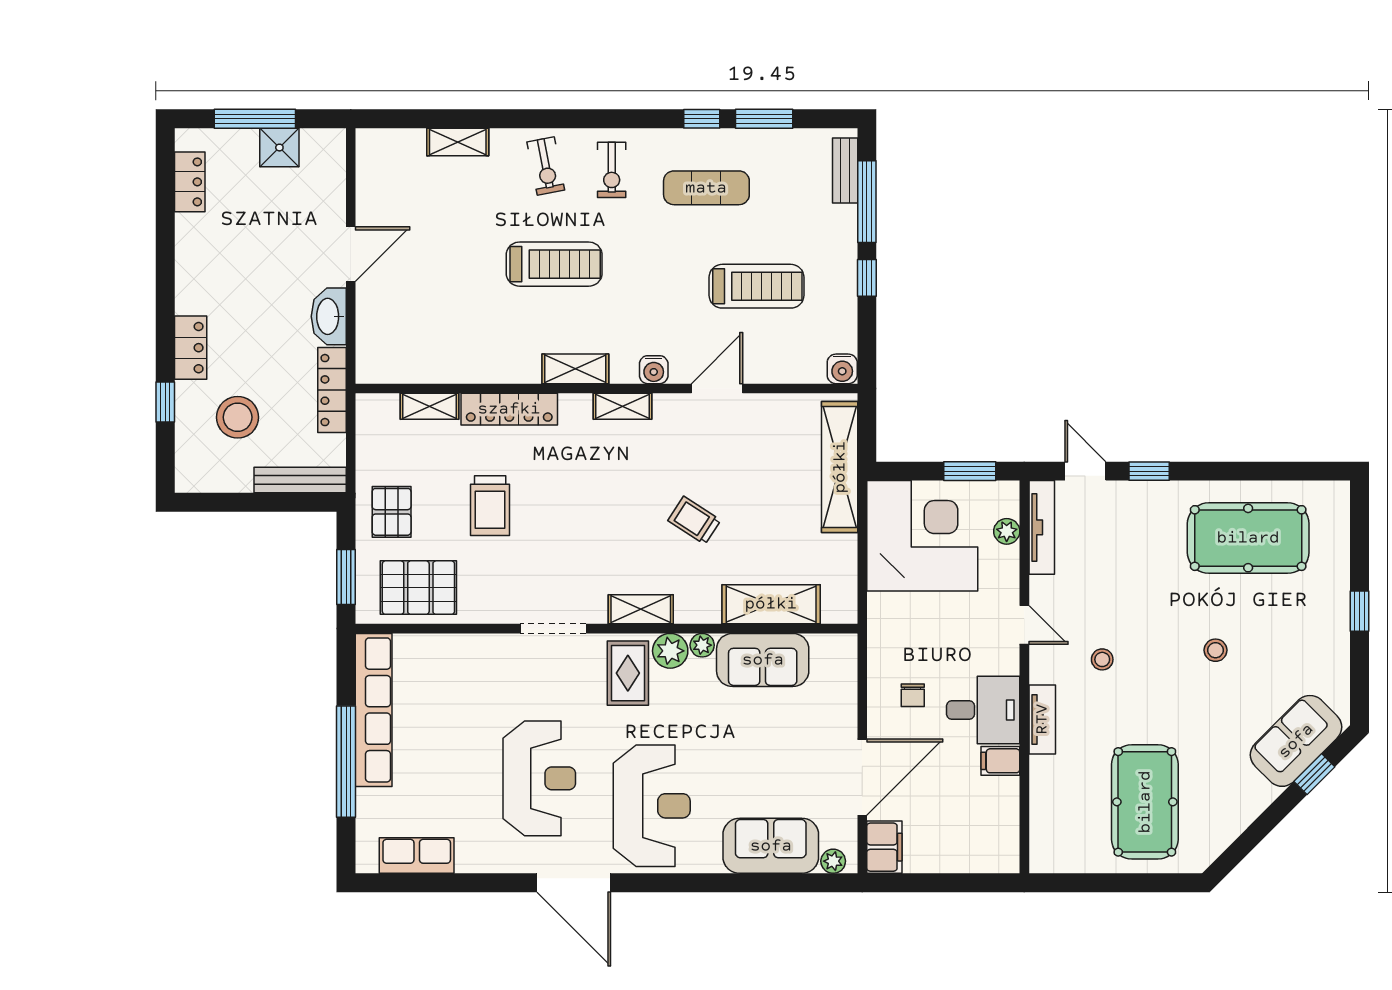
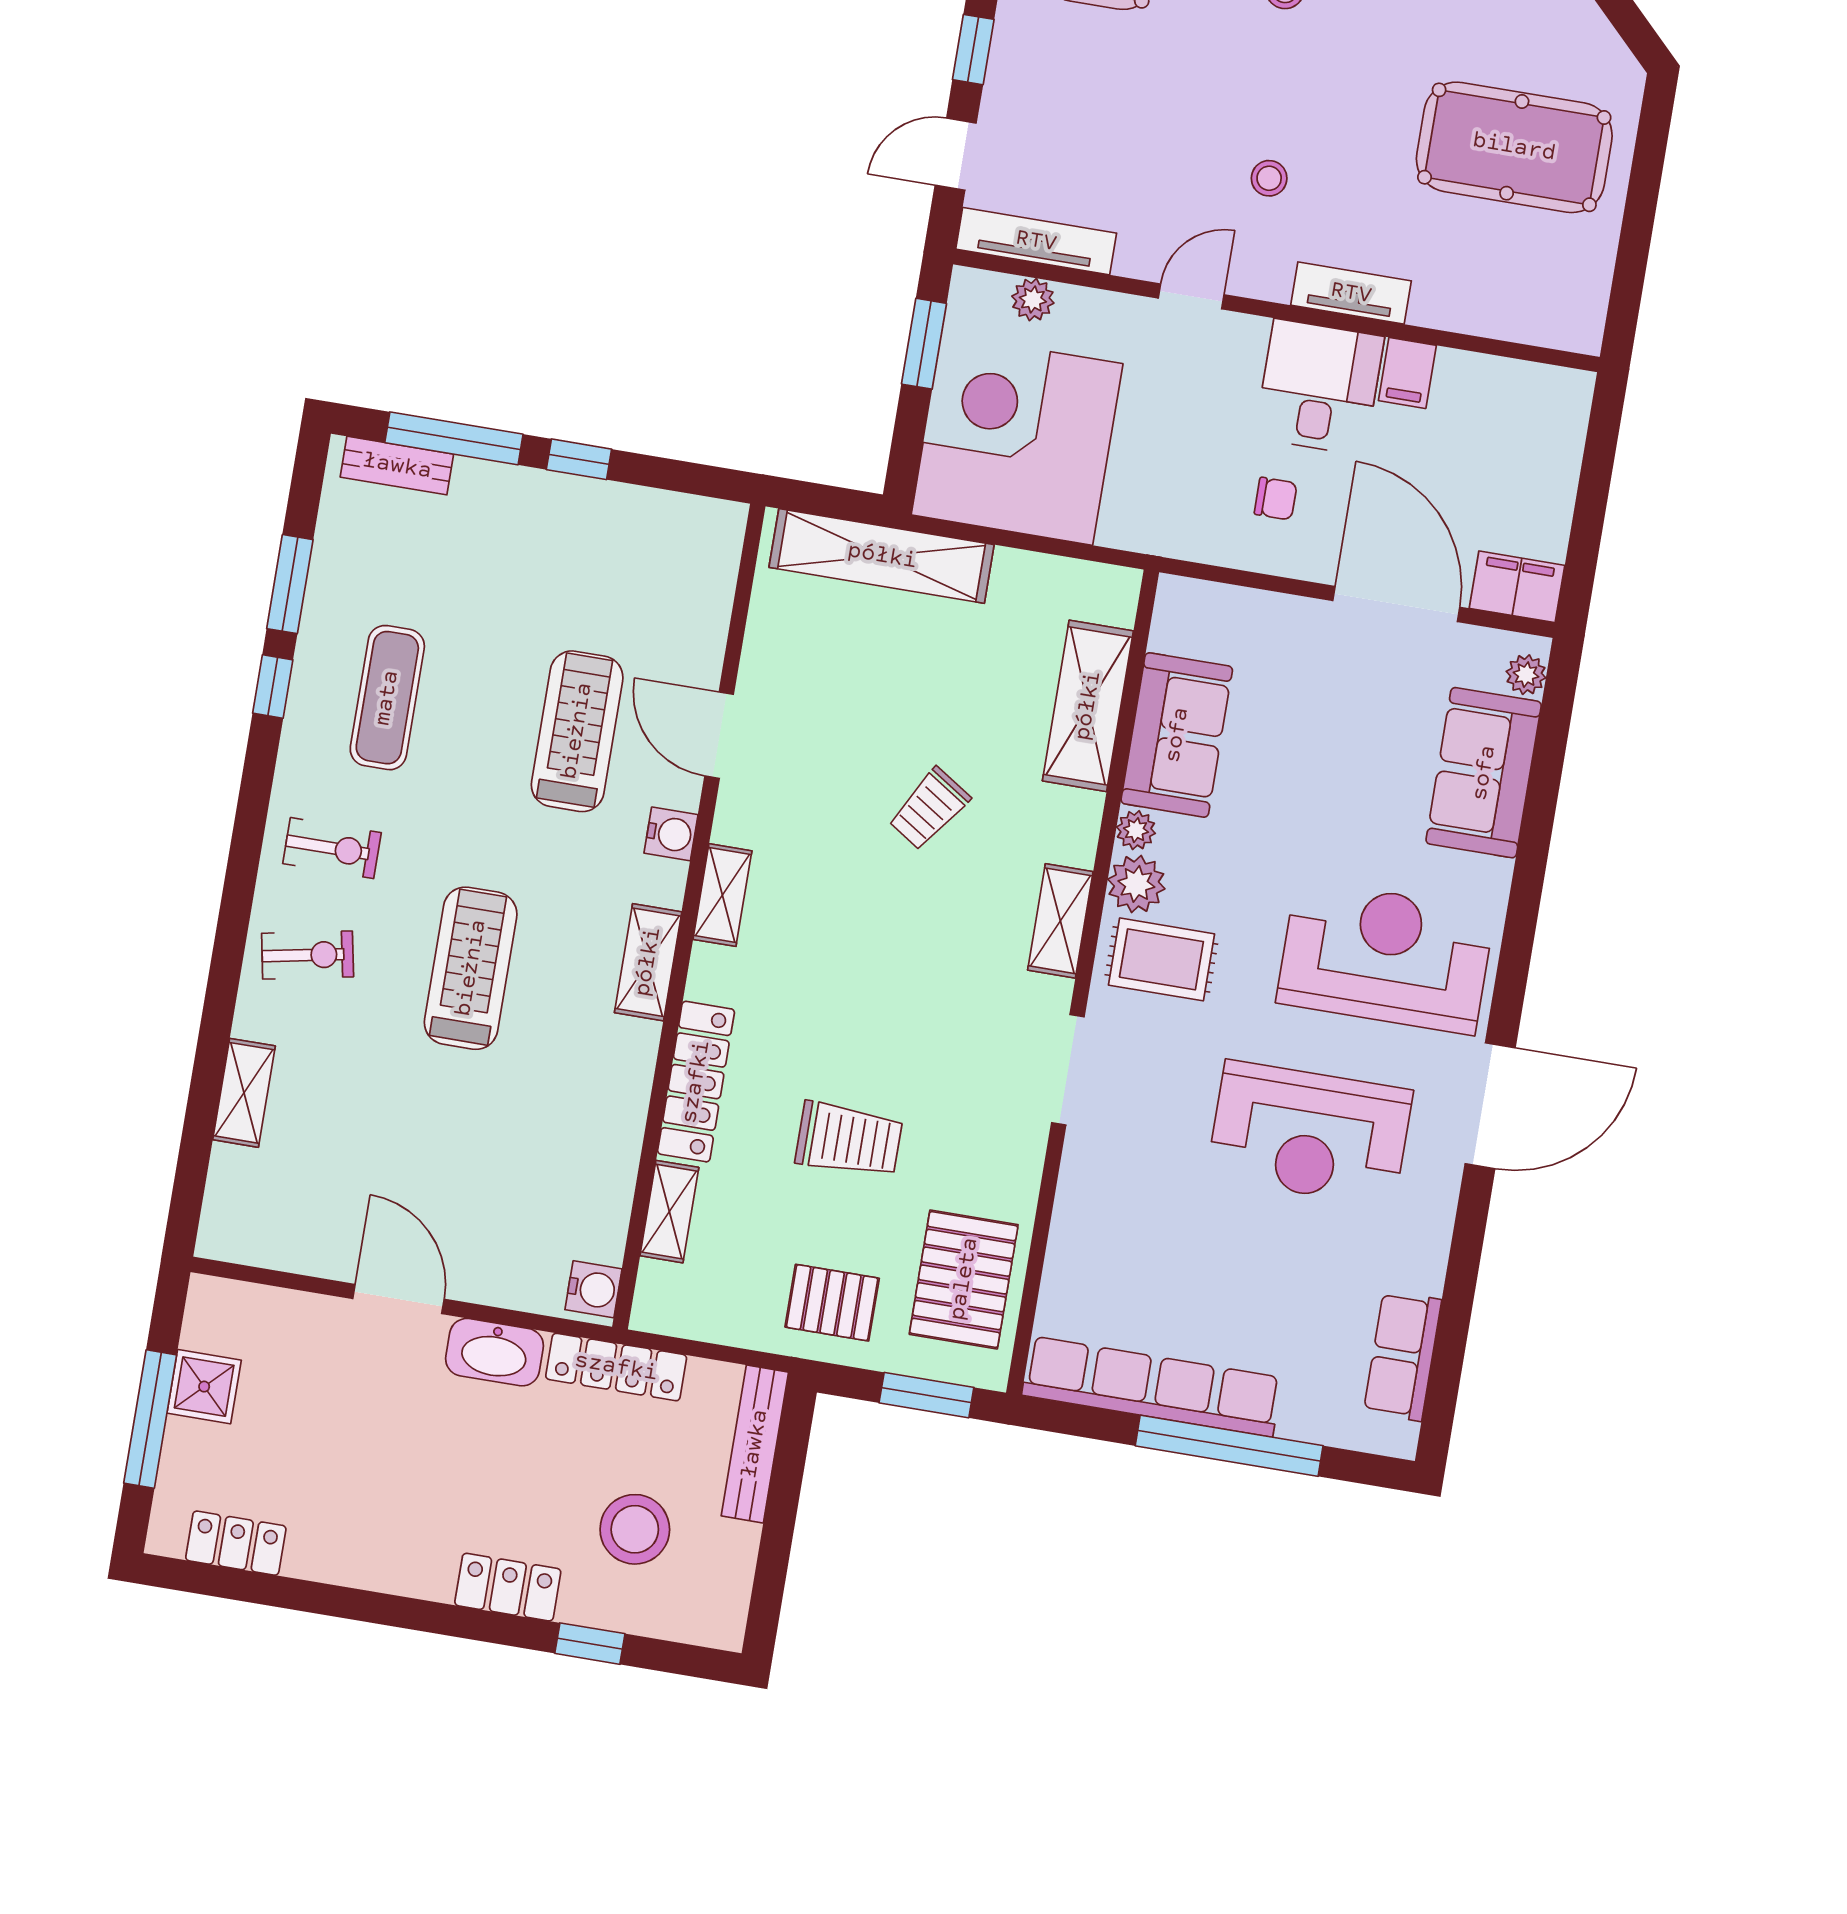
treadmill: (756, 286) -> (577, 731), moved
water cooler: (842, 369) -> (593, 1289), moved
reception desk: (539, 778) -> (1310, 1134), turned 180

